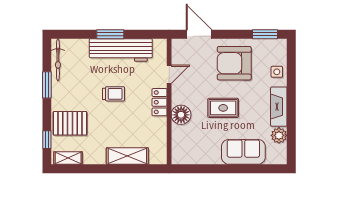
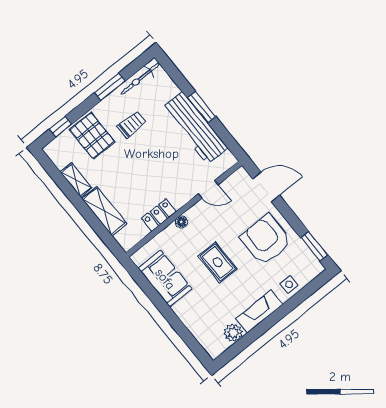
door: (199, 34) -> (266, 187), hinge flipped
trolley: (114, 94) -> (132, 125), moved, turned -90
locker: (160, 102) -> (159, 215), moved
floor lamp: (181, 115) -> (181, 222), width x0.53, depth x0.53
sofa: (243, 152) -> (165, 279), moved
shelving: (68, 158) -> (76, 180), moved

